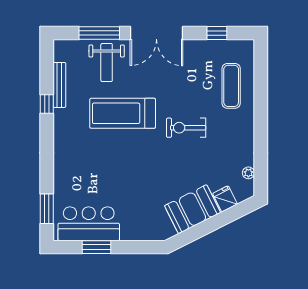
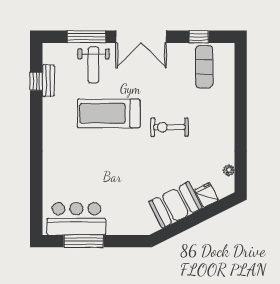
bench: (59, 85) -> (48, 81), width x0.73
exercise mat: (231, 86) -> (204, 67), moved
window: (47, 104) -> (36, 81), moved
window: (47, 209) -> (36, 205), removed
window: (96, 247) -> (84, 241), width x1.44

